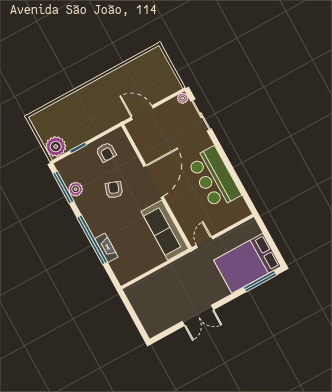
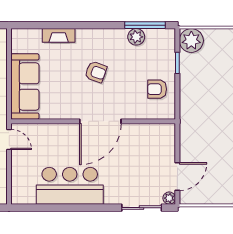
door: (142, 113) -> (177, 177), moved
door: (153, 181) -> (100, 121), hinge flipped
armchair: (114, 190) -> (96, 72), moved
sofa: (165, 230) -> (25, 86), moved, turned 90
window: (92, 240) -> (75, 25), removed

